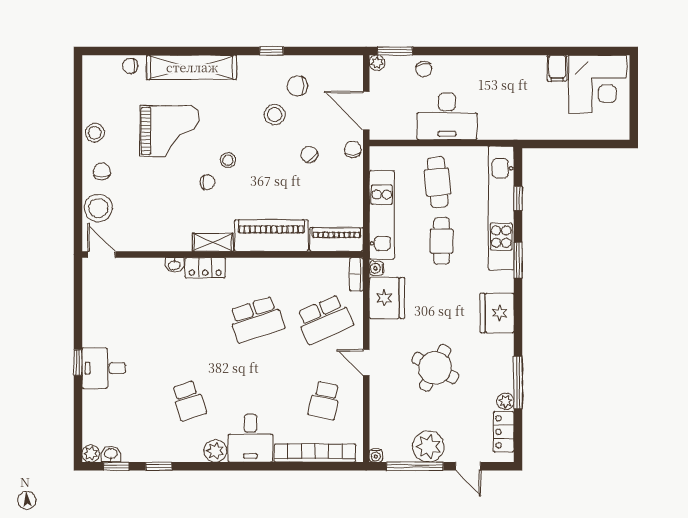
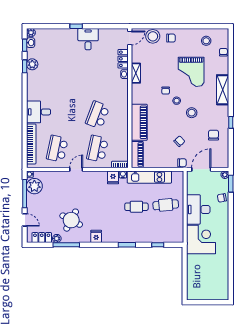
shelving: (192, 67) -> (223, 90), width x0.68
filing cabinet: (557, 68) -> (222, 264), removed
corner desk: (597, 84) -> (201, 239), moved, turned 180
stool: (275, 115) -> (192, 113), moved
stool: (95, 133) -> (206, 41), moved
kitchen unit: (501, 208) -> (153, 236), removed
shelving: (213, 242) -> (136, 73), moved
locker: (205, 268) -> (123, 59), moved
fridge: (387, 298) -> (113, 177), width x0.53, depth x0.75
fridge: (497, 313) -> (96, 236), width x0.53, depth x0.75
school desk: (257, 319) -> (98, 115), turned 39
school desk: (324, 319) -> (98, 149), turned 36
desk: (104, 368) -> (88, 39), moved
round table: (435, 368) -> (71, 220), moved
school desk: (189, 400) -> (57, 81), removed
school desk: (324, 400) -> (57, 149), width x1.85
plant: (428, 446) -> (34, 186), moved
plant: (215, 451) -> (32, 64), moved
door: (468, 466) -> (25, 220), swing flipped

